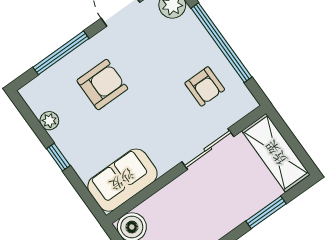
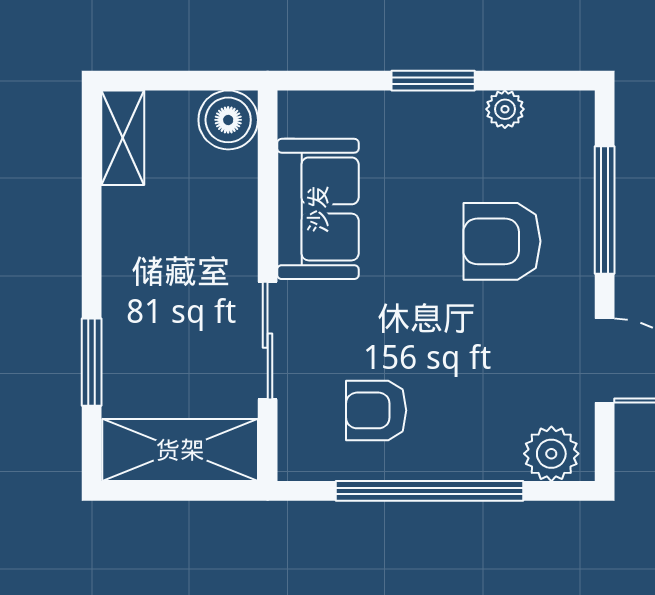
armchair: (102, 85) -> (502, 241), turned 90
window: (58, 157) -> (433, 81), width x1.50
sofa: (122, 180) -> (318, 209), moved

